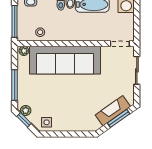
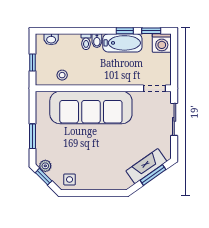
window: (15, 21) -> (32, 63), width x0.46
plant: (24, 51) -> (43, 97), removed
window: (15, 85) -> (32, 136), width x0.69

